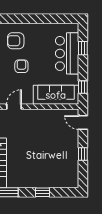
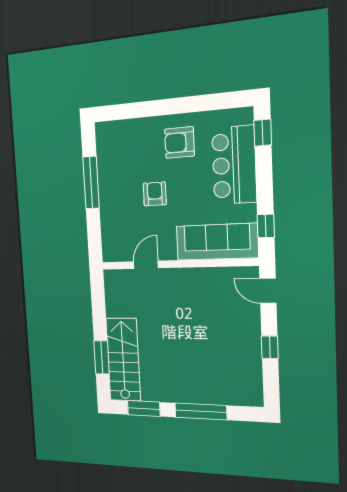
armchair: (16, 41) -> (179, 143), moved
window: (83, 48) -> (263, 133), moved
window: (42, 192) -> (201, 411), width x2.17

